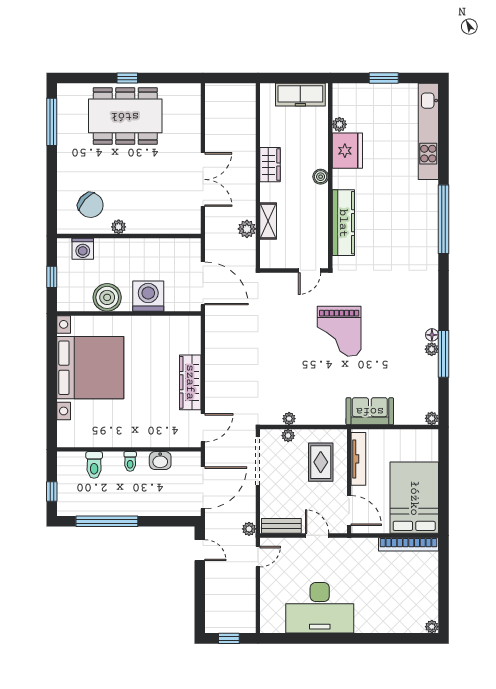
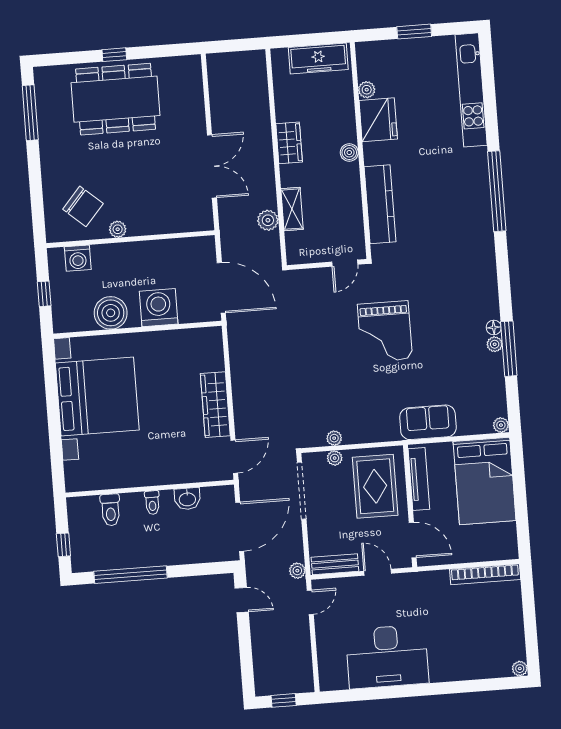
rug: (321, 462) -> (375, 486), width x1.36, depth x1.43
bed: (414, 498) -> (485, 481), moved, turned 180

